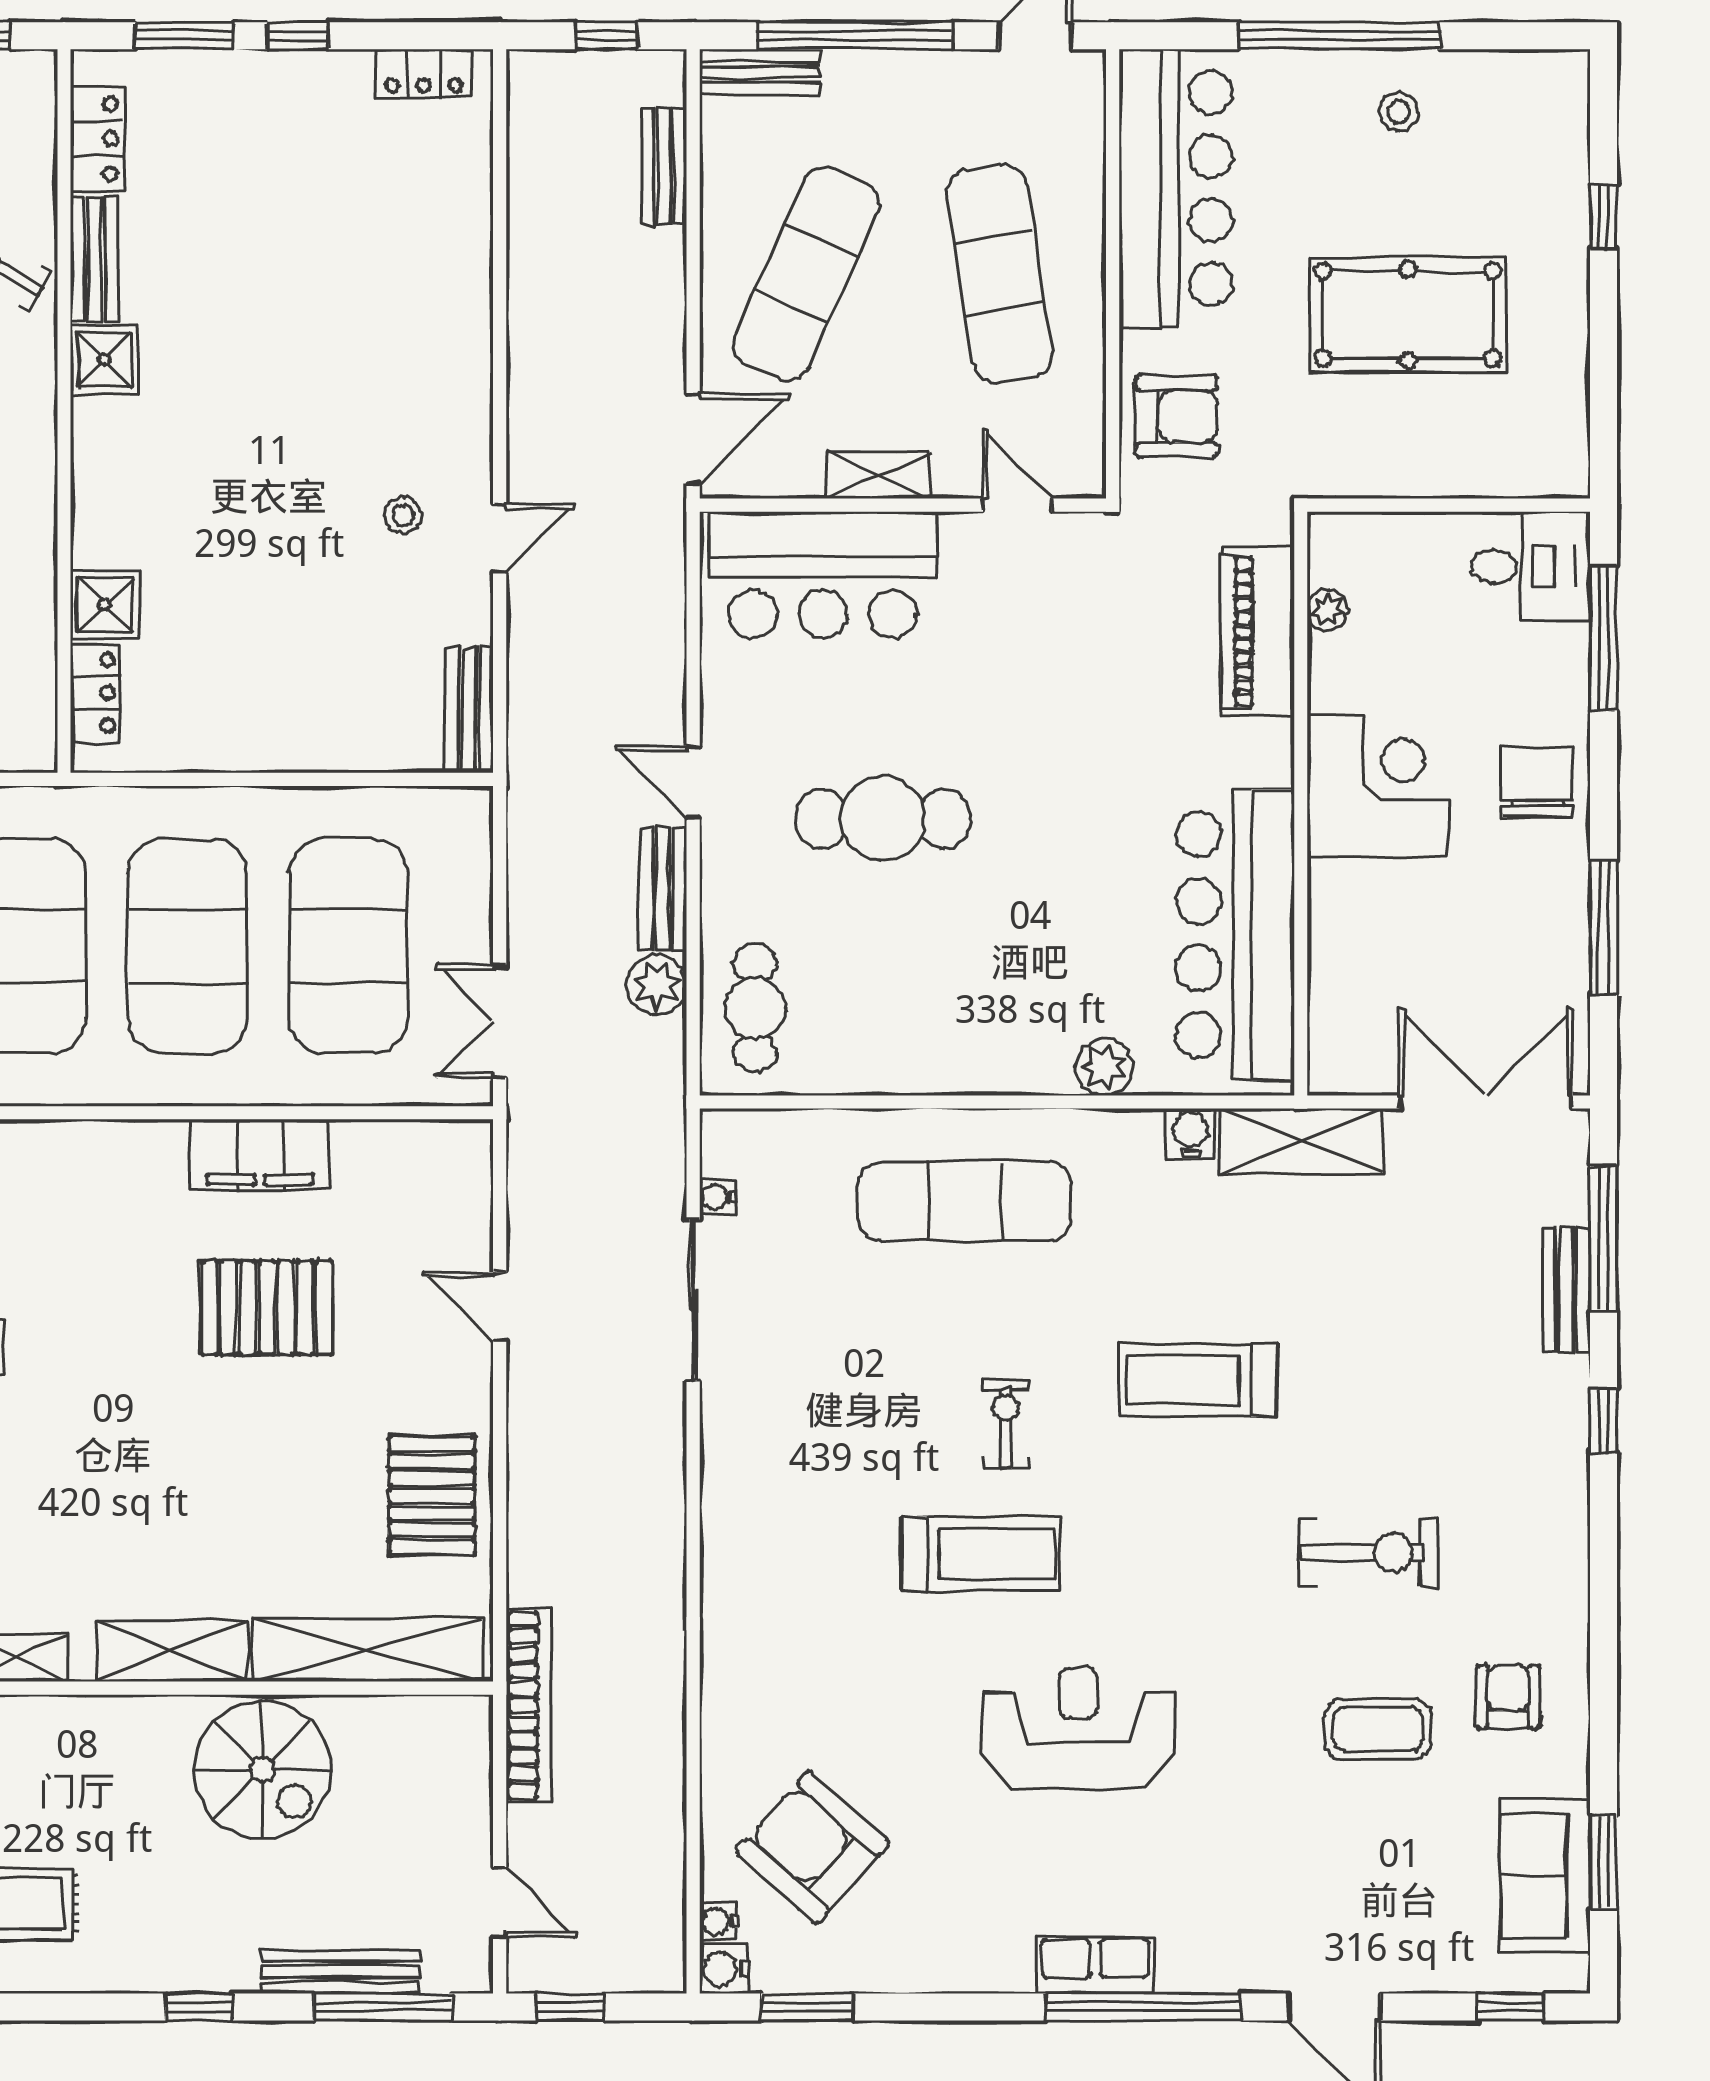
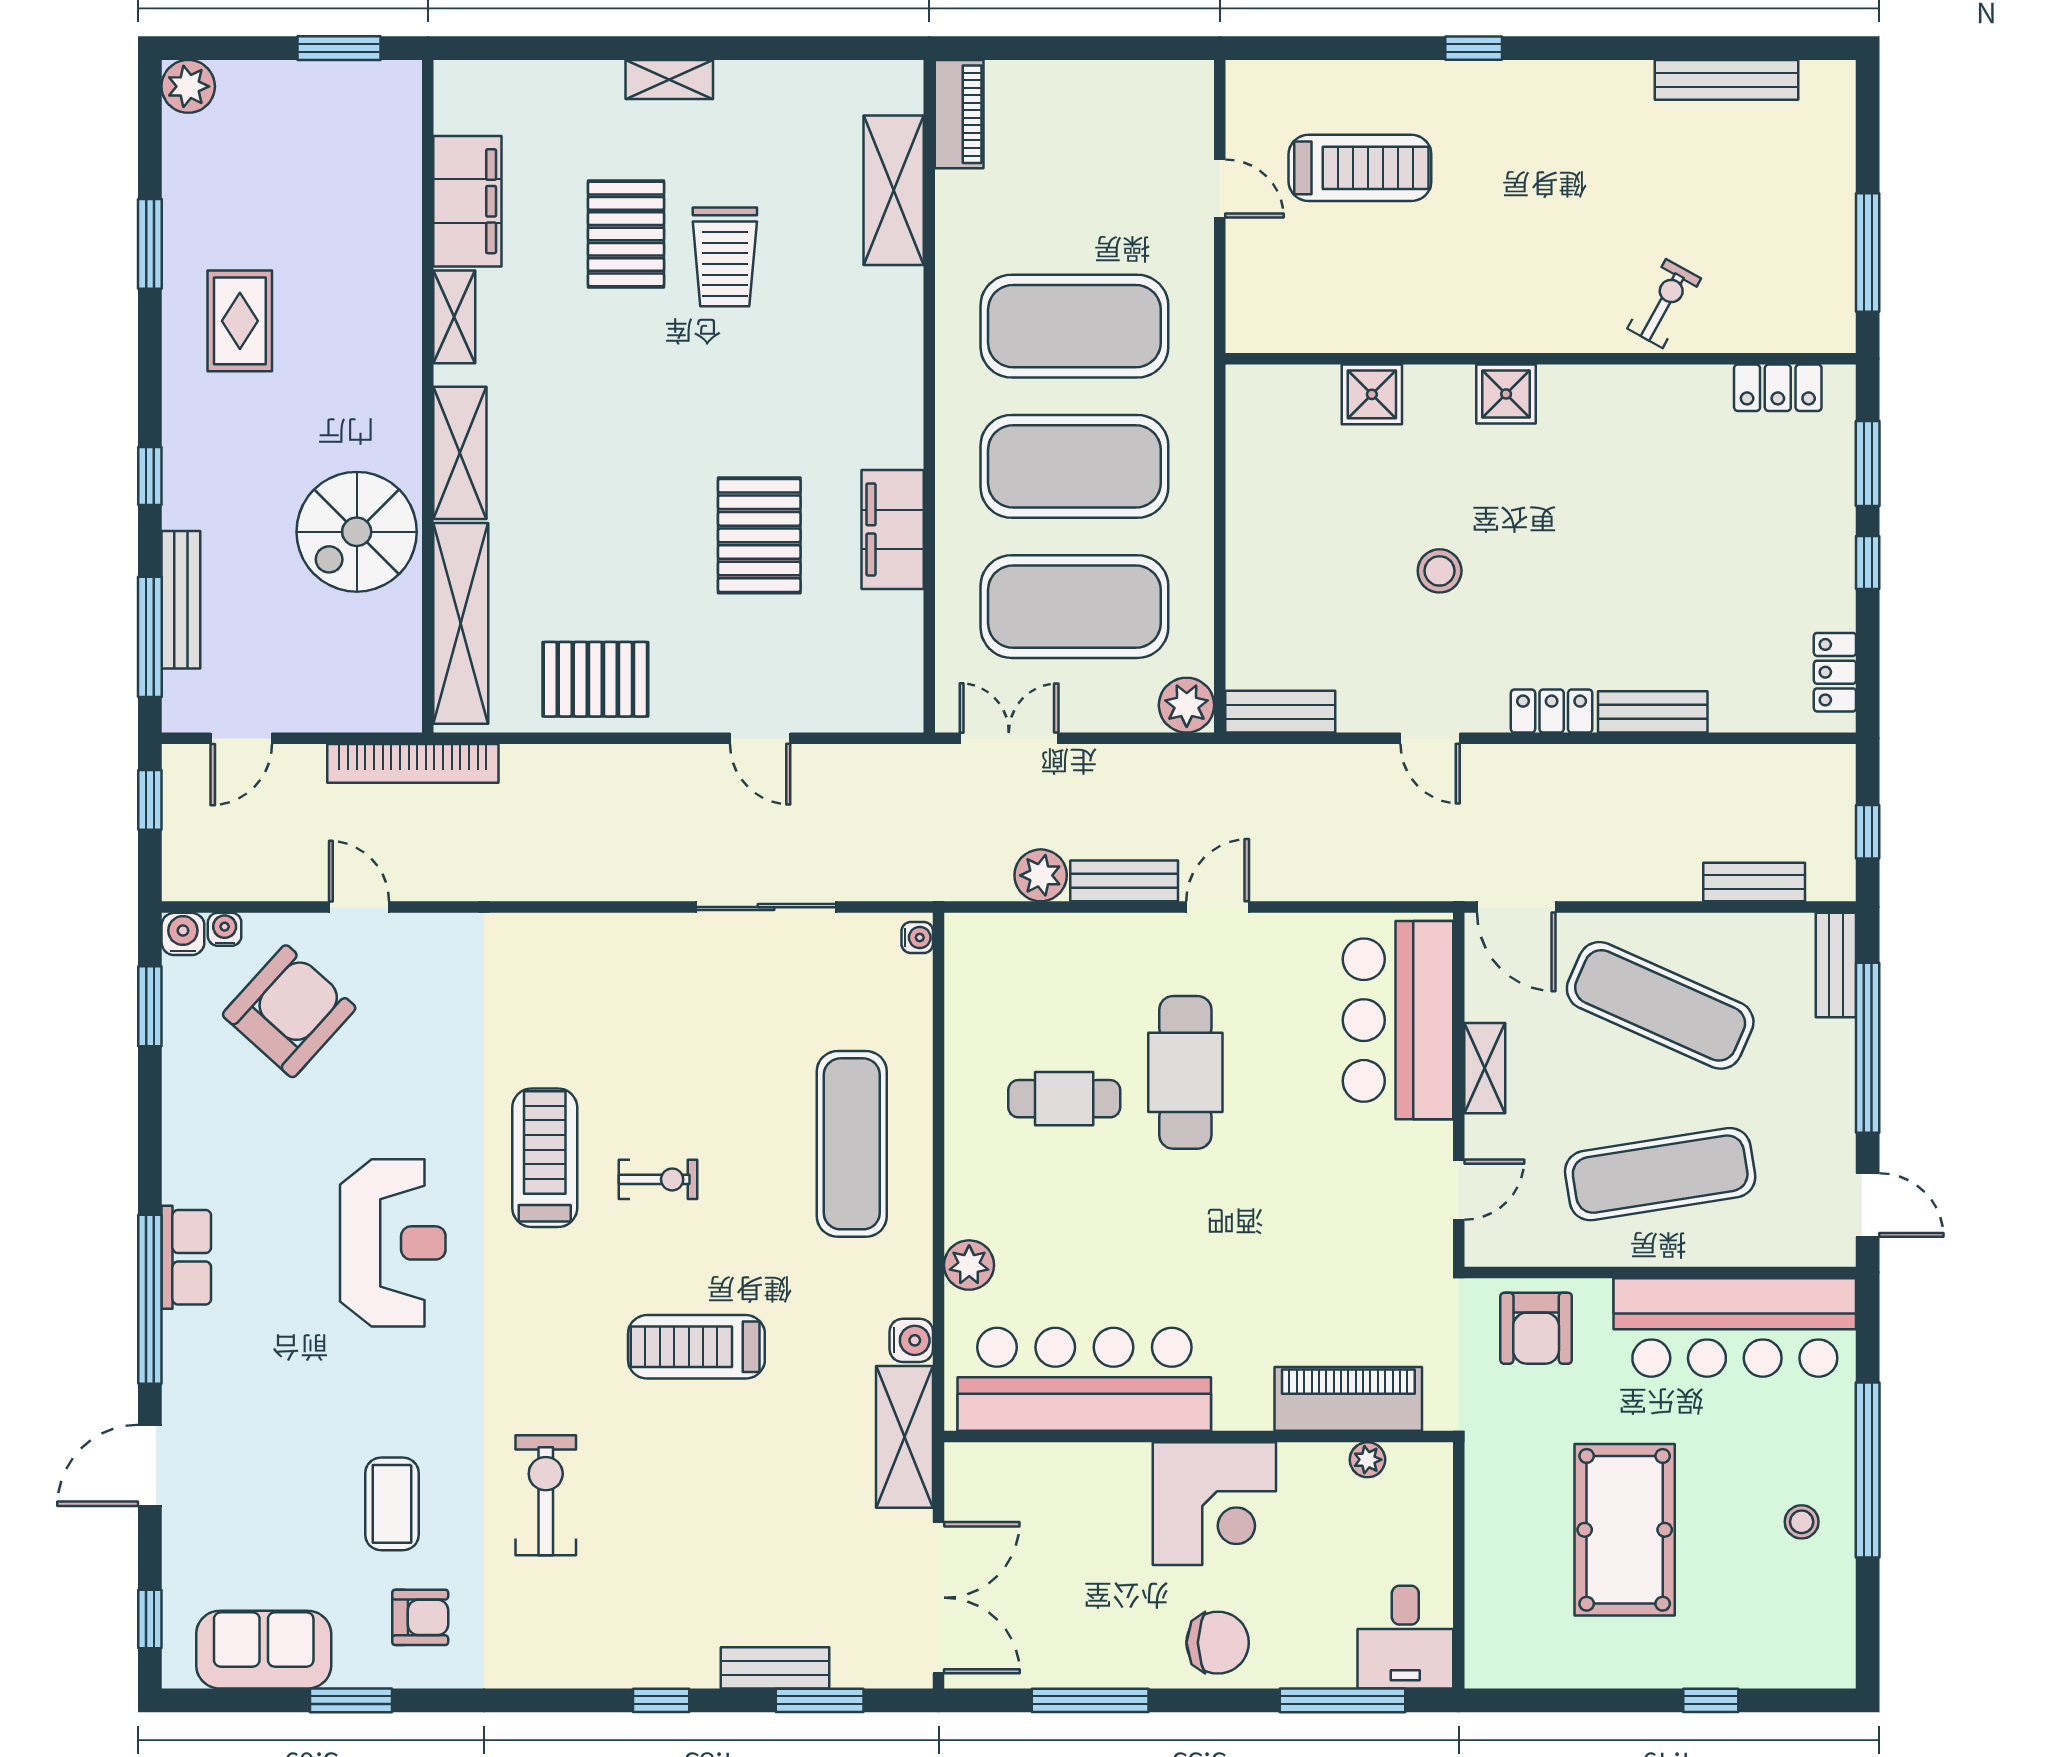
bench: (94, 259) -> (1653, 712), moved
shower: (104, 360) -> (1506, 394), moved
stool: (403, 515) -> (1440, 571), moved, width x1.37, depth x1.37
locker: (95, 693) -> (1552, 711), moved, turned 180
plant: (462, 817) -> (1187, 705), added
cafe table: (755, 1008) -> (1064, 1099), moved
water cooler: (718, 1197) -> (917, 937), moved, turned 90
window: (1603, 1238) -> (820, 1700), width x0.69
door: (500, 1307) -> (760, 738), swing flipped
treadmill: (1198, 1380) -> (696, 1347), turned -90
exercise bike: (1368, 1553) -> (546, 1495), turned 180
treadmill: (981, 1554) -> (545, 1158), turned 180
door: (693, 1767) -> (359, 907), added
window: (1603, 1862) -> (351, 1700), moved

